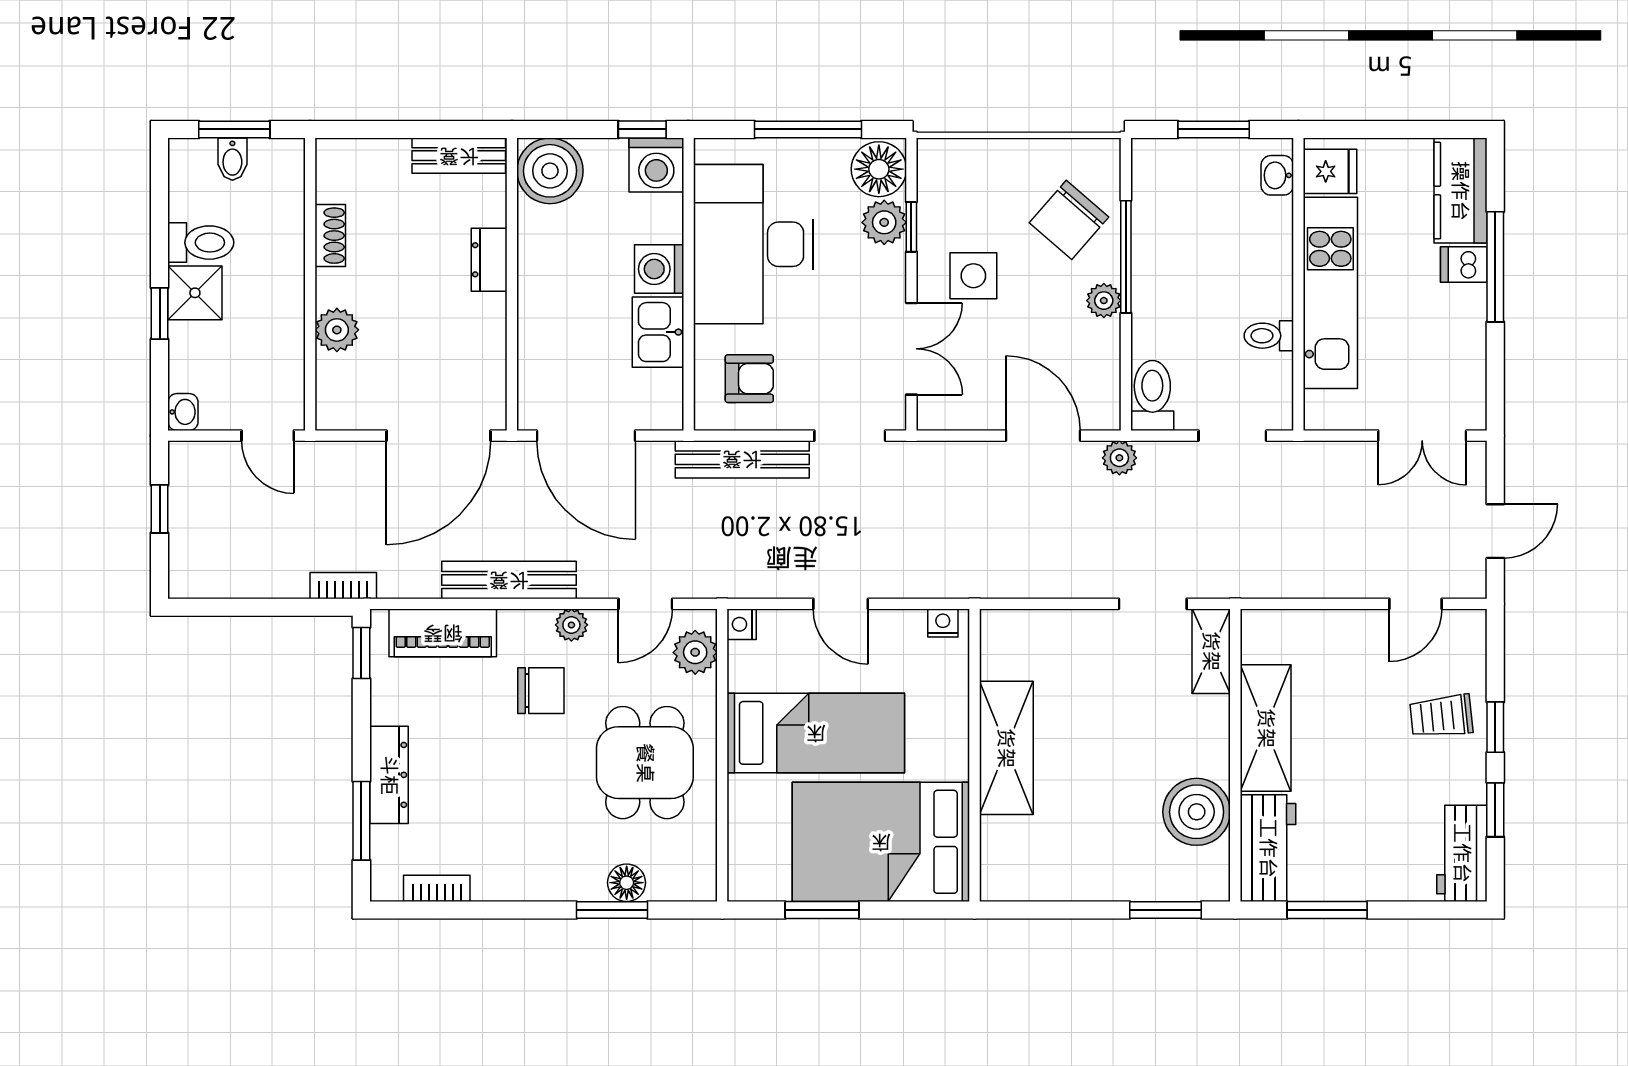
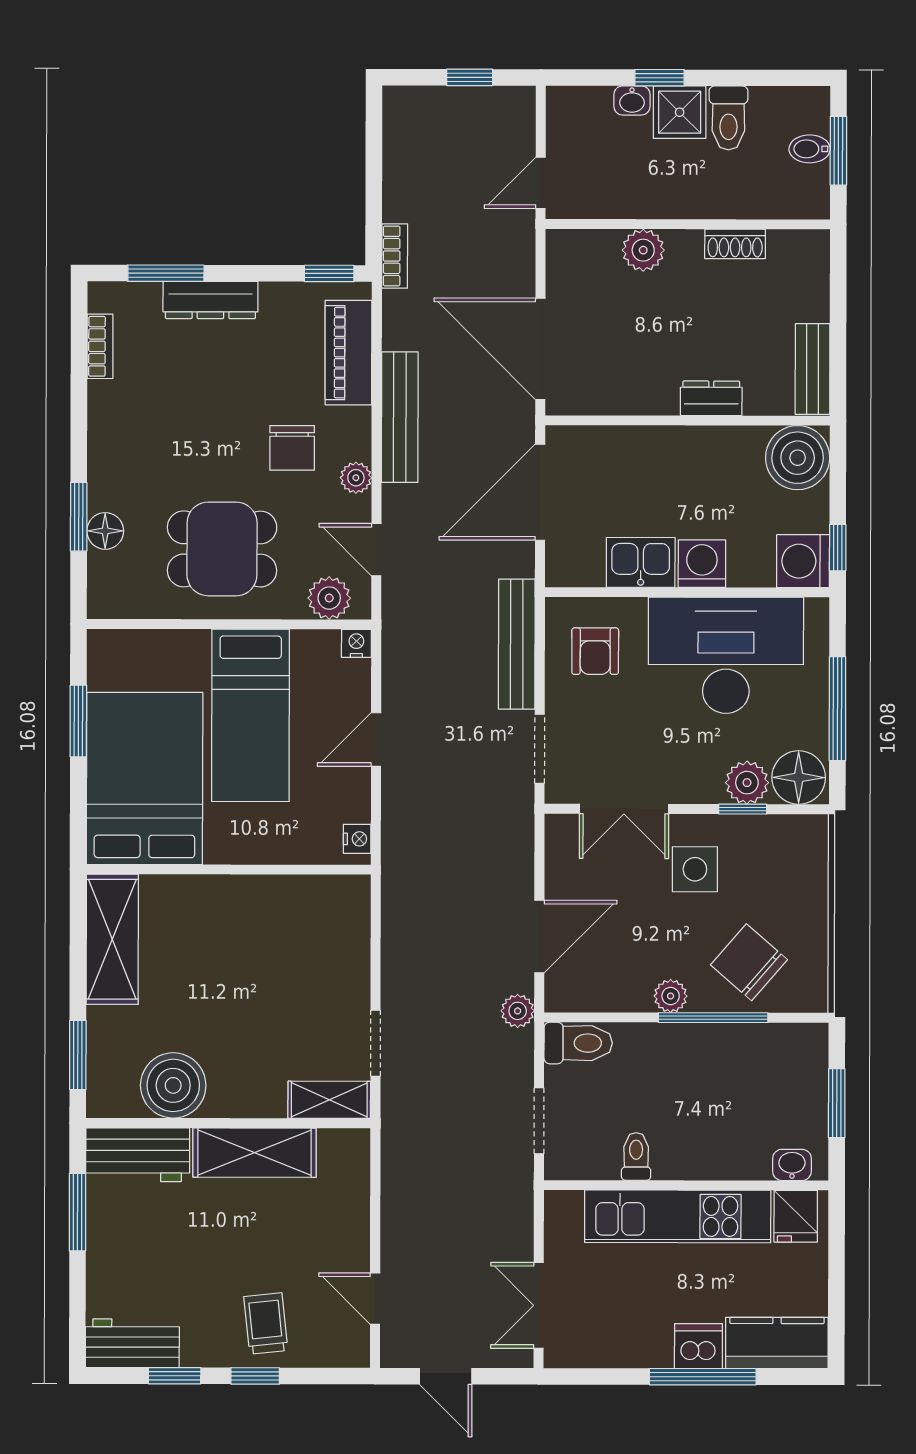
dishwasher: (1464, 264) -> (698, 1346), width x1.38
washbasin: (183, 412) -> (632, 100), moved
shelving: (1006, 748) -> (112, 939), moved, turned 90

